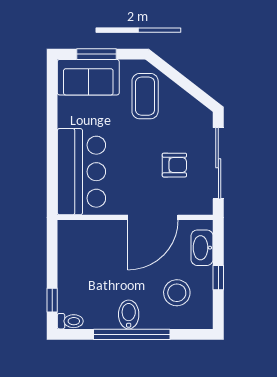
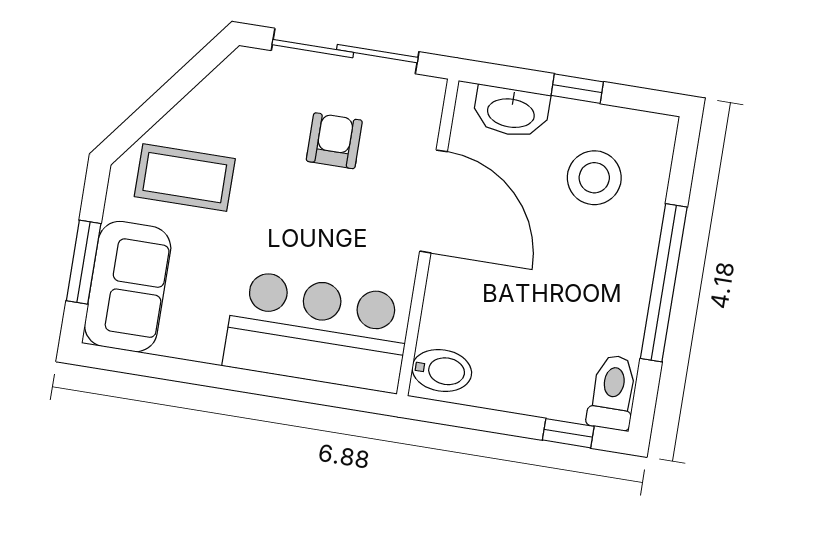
bidet: (129, 314) -> (442, 370), moved, turned 180
toilet: (70, 321) -> (613, 392), width x1.37, depth x1.39

